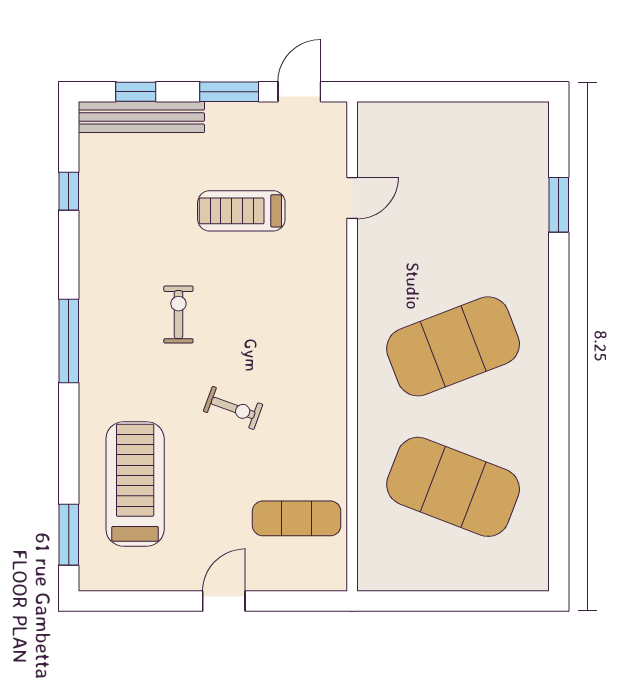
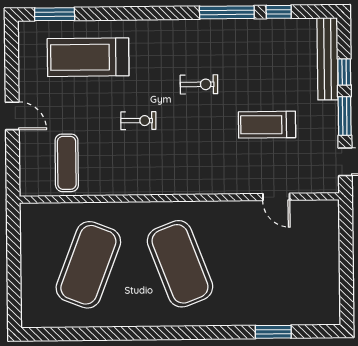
window: (136, 92) -> (344, 72), moved
treadmill: (241, 211) -> (267, 125), turned -90
window: (69, 341) -> (227, 12), moved
exercise bike: (233, 408) -> (138, 121), turned -110
treadmill: (135, 484) -> (88, 57), turned 180

